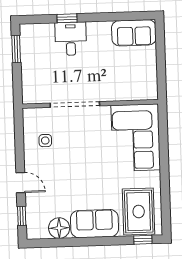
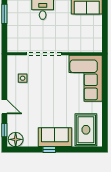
floor lamp: (59, 228) -> (16, 139), moved
window: (143, 240) -> (49, 150), moved

